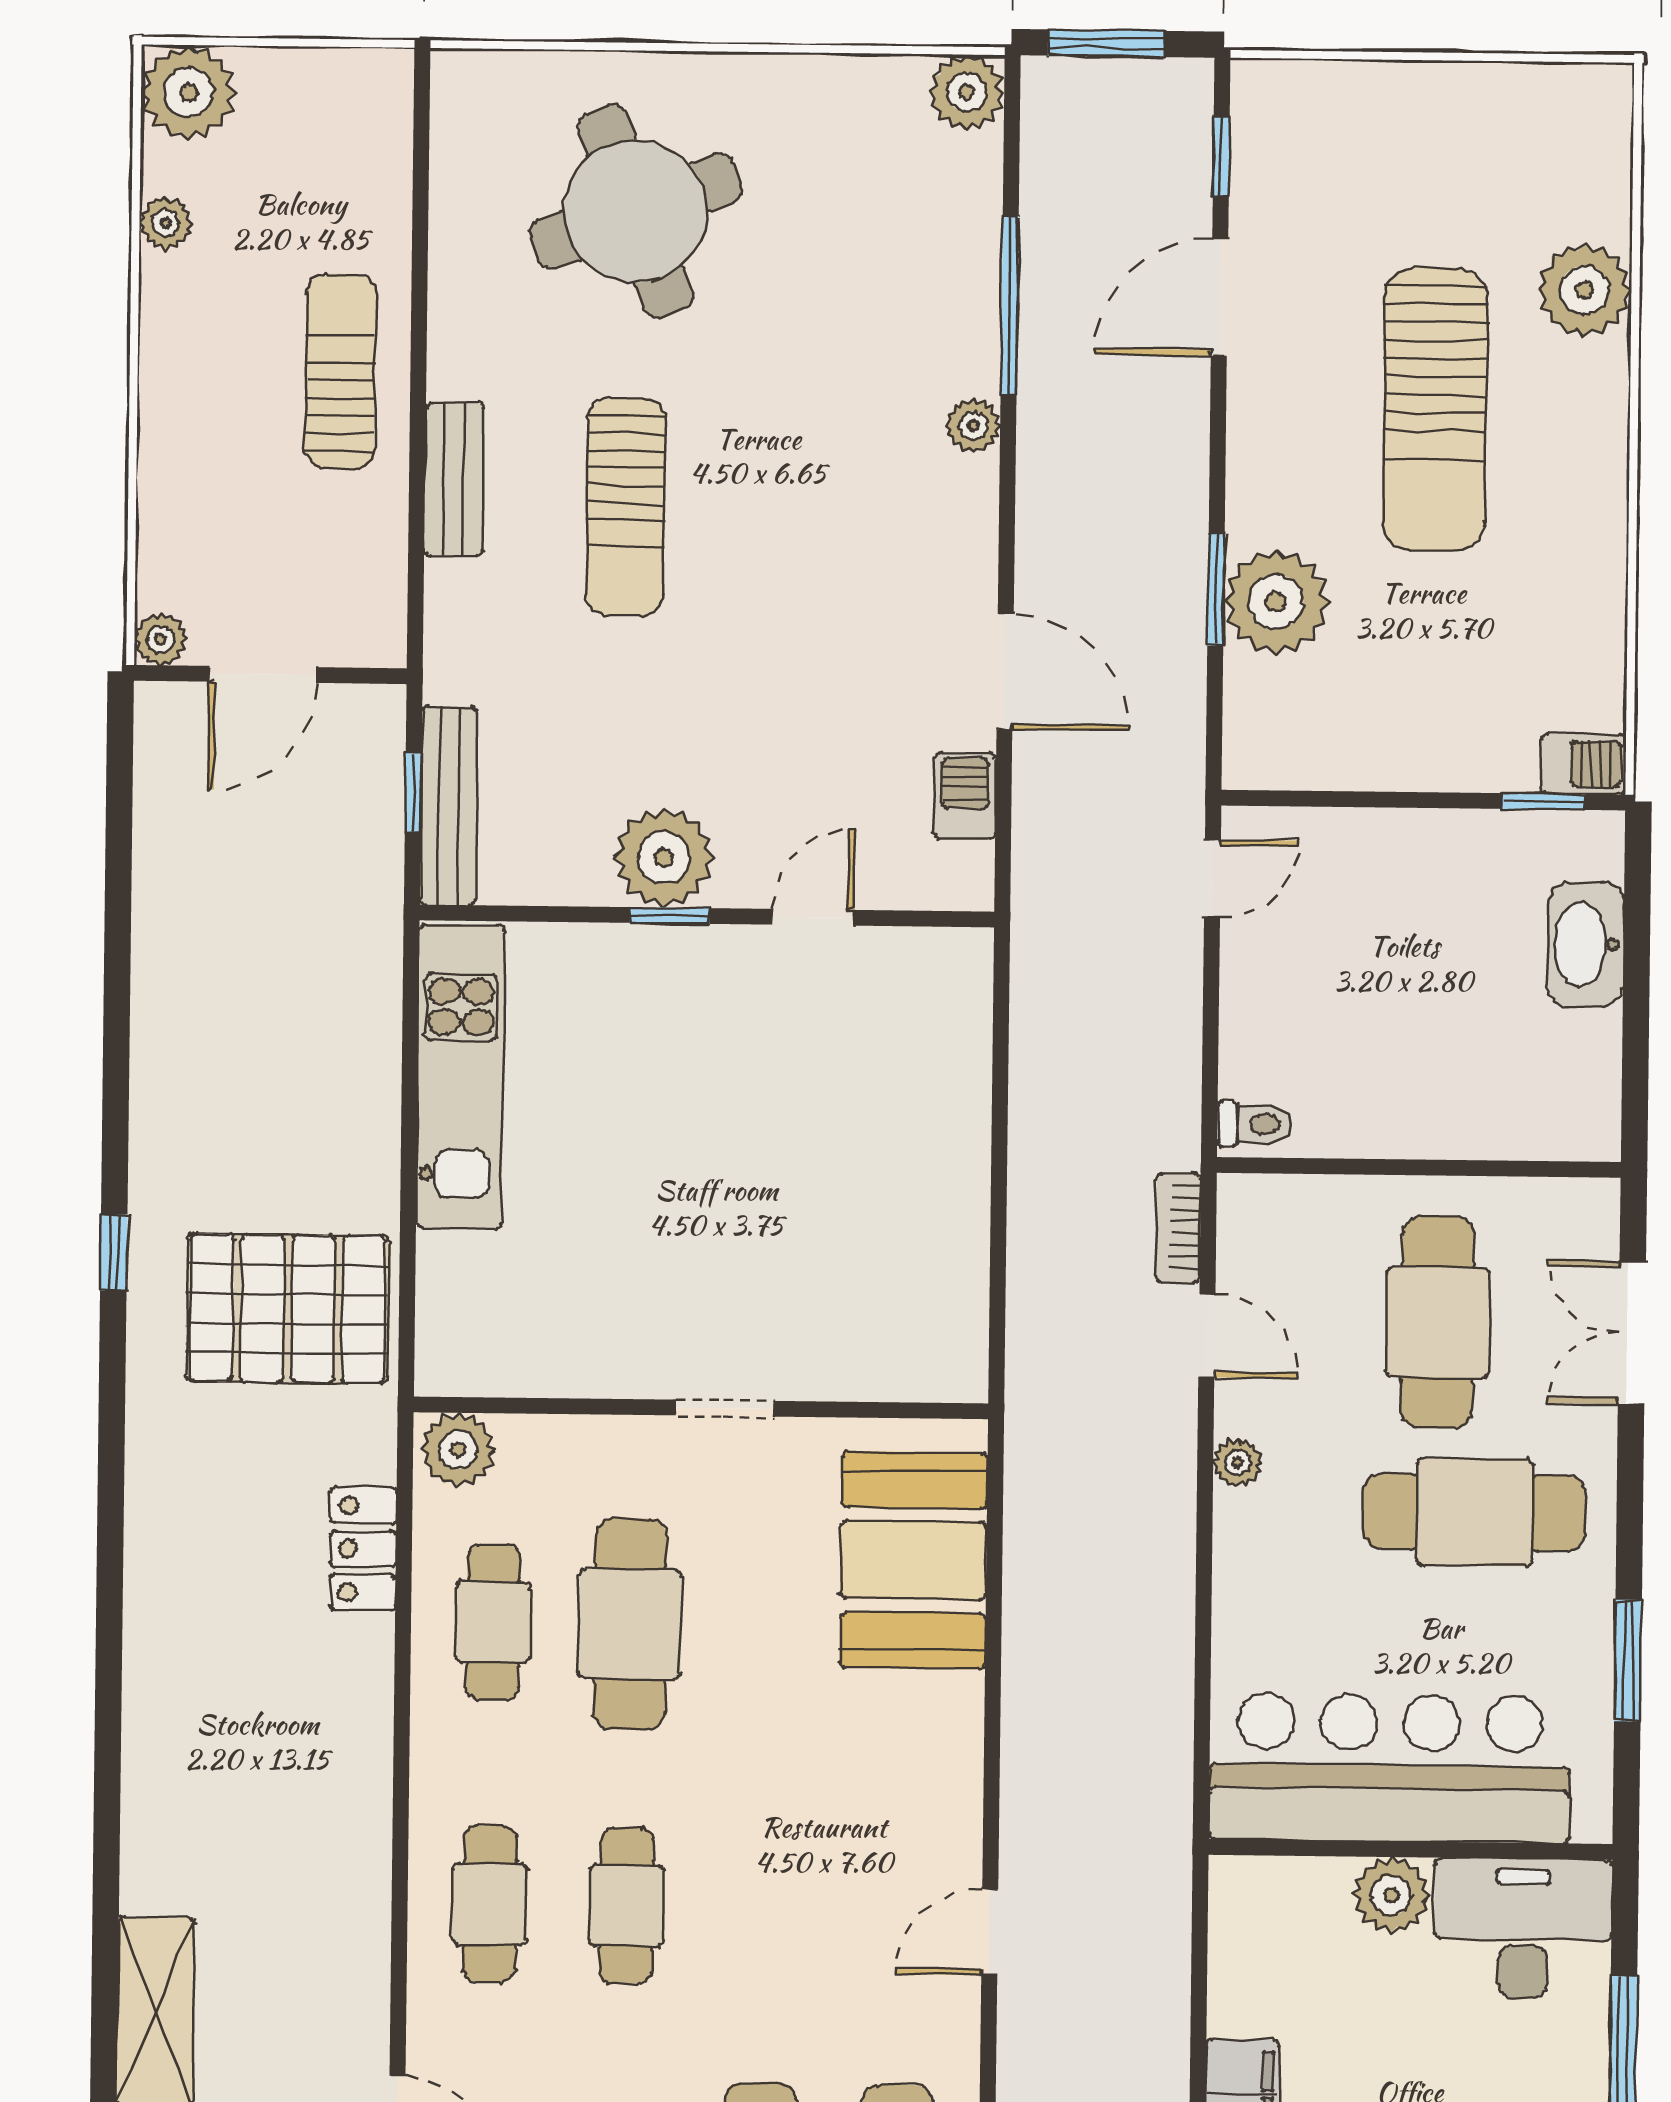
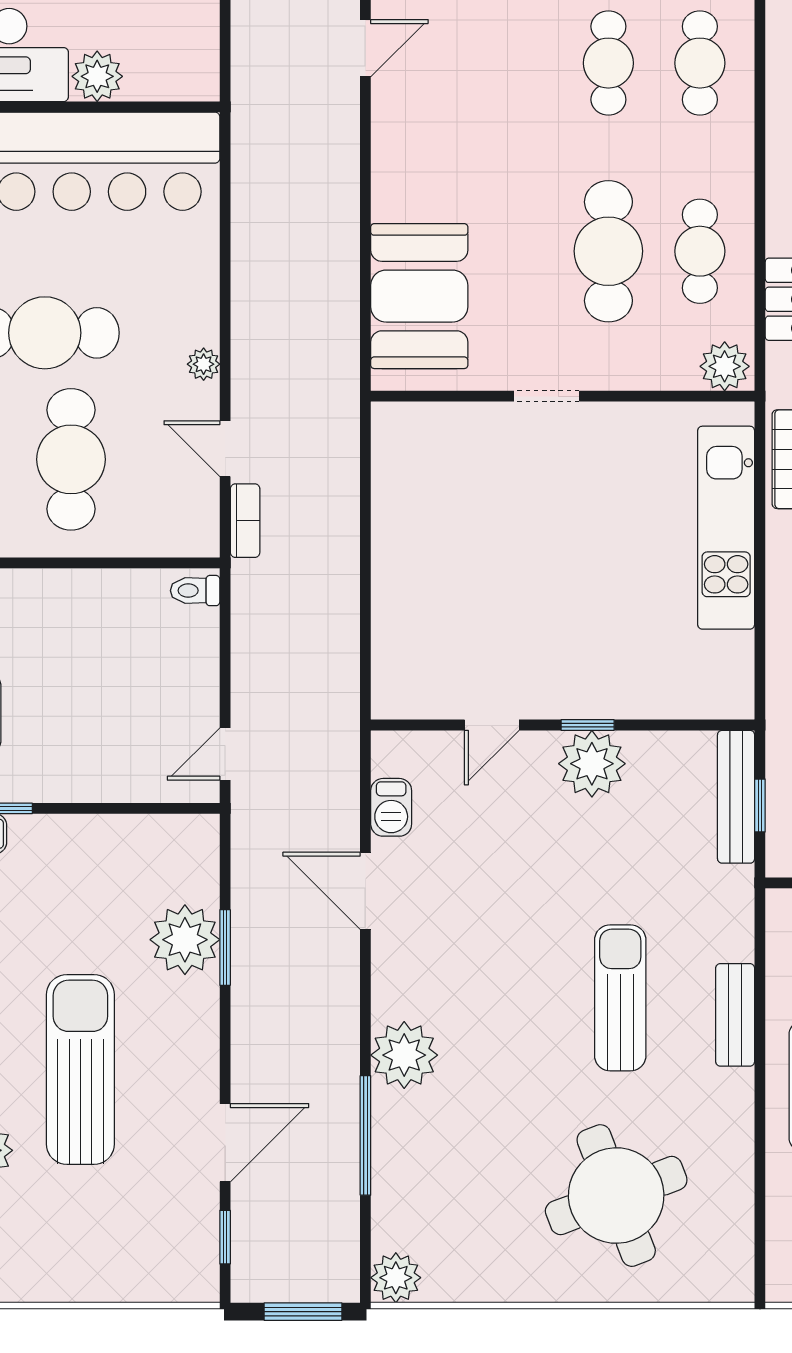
plant: (973, 426) -> (404, 1055), width x1.88, depth x1.88
kitchen unit: (460, 1077) -> (726, 528), moved

